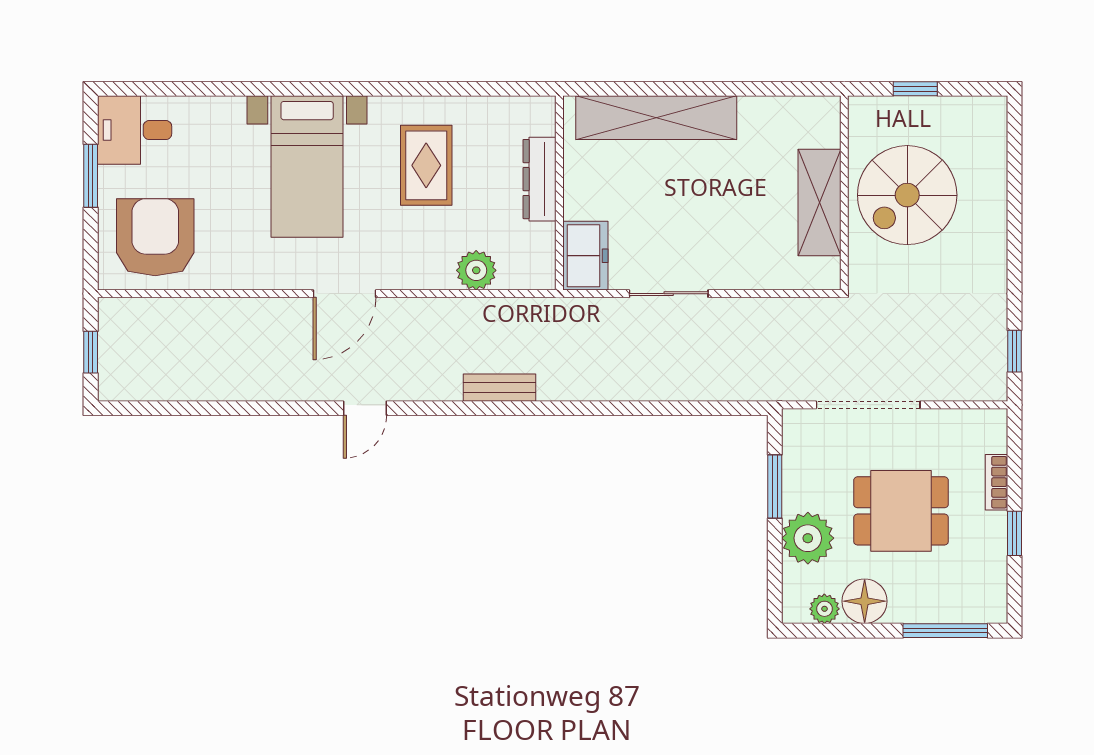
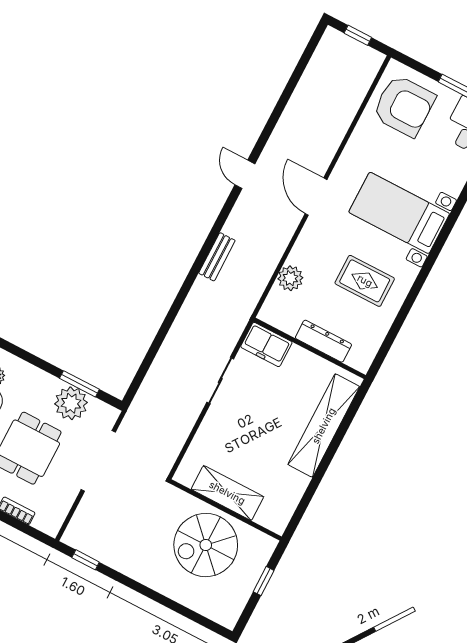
spiral stairs: (907, 195) -> (206, 545), turned -90
plant: (808, 538) -> (71, 403), moved

